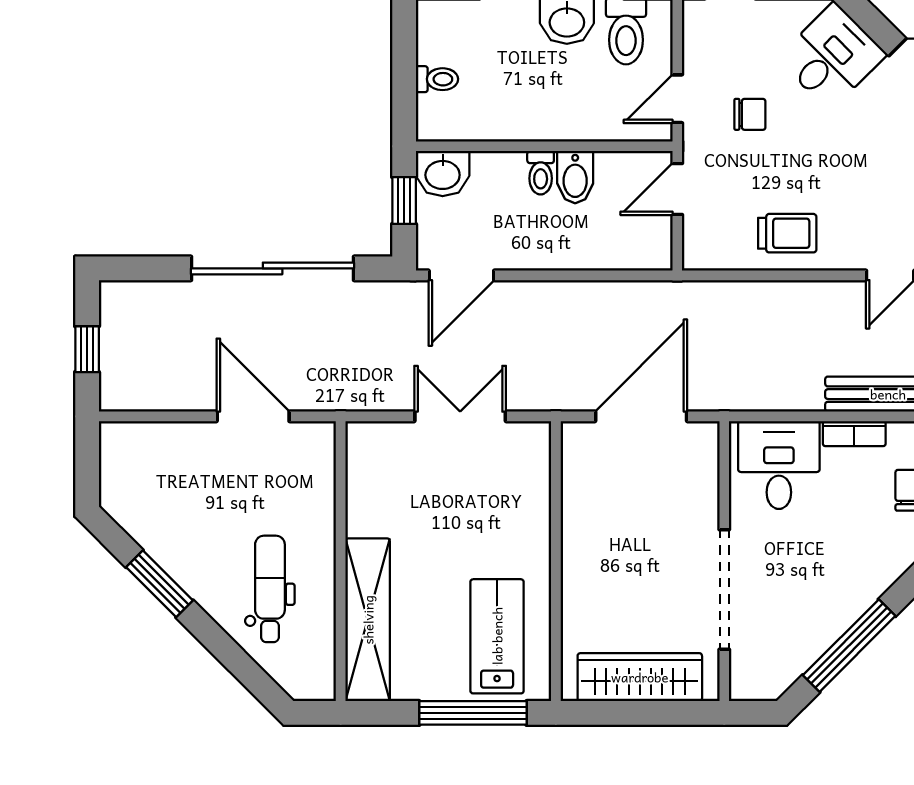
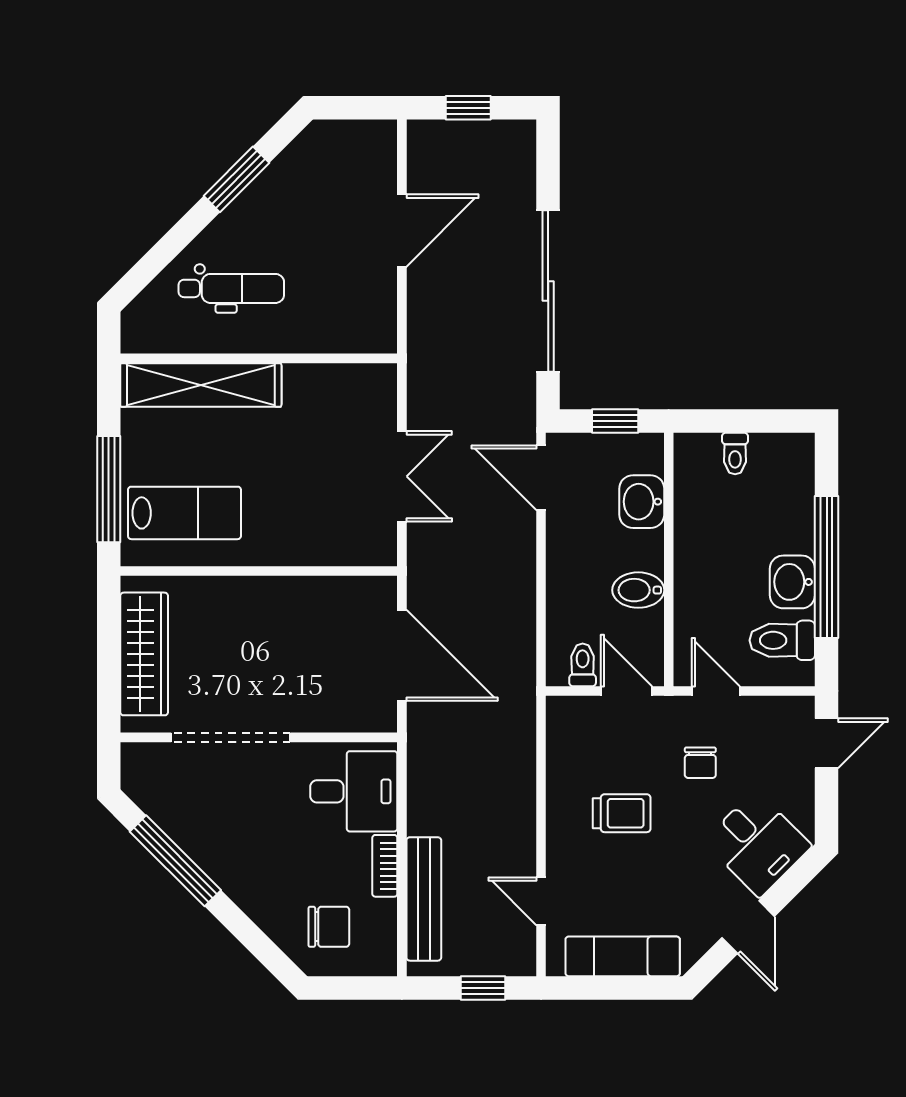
toilet: (541, 173) -> (583, 665), moved, turned 90
washbasin: (443, 174) -> (642, 502), moved
trolley: (787, 233) -> (622, 813), moved, turned -90
door: (253, 416) -> (402, 231), moved

